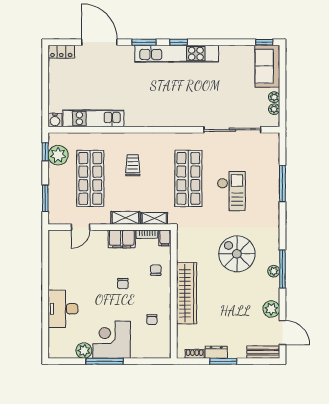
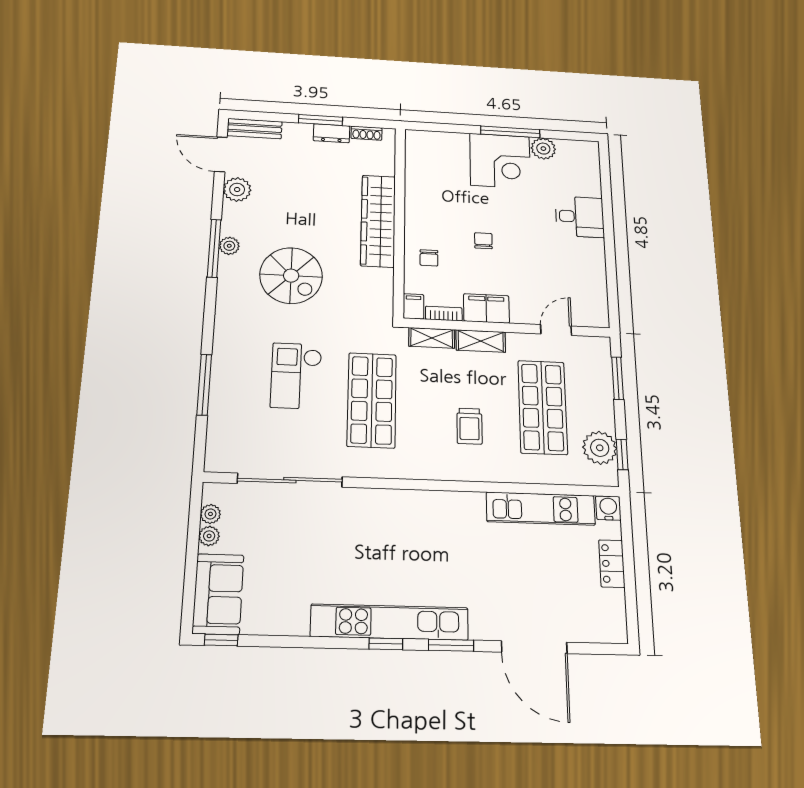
locker: (61, 52) -> (612, 564), moved, turned -90
desk: (63, 309) -> (580, 217), width x0.73
chair: (152, 320) -> (435, 186), removed

